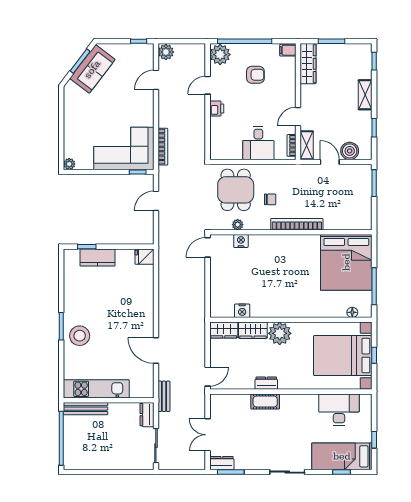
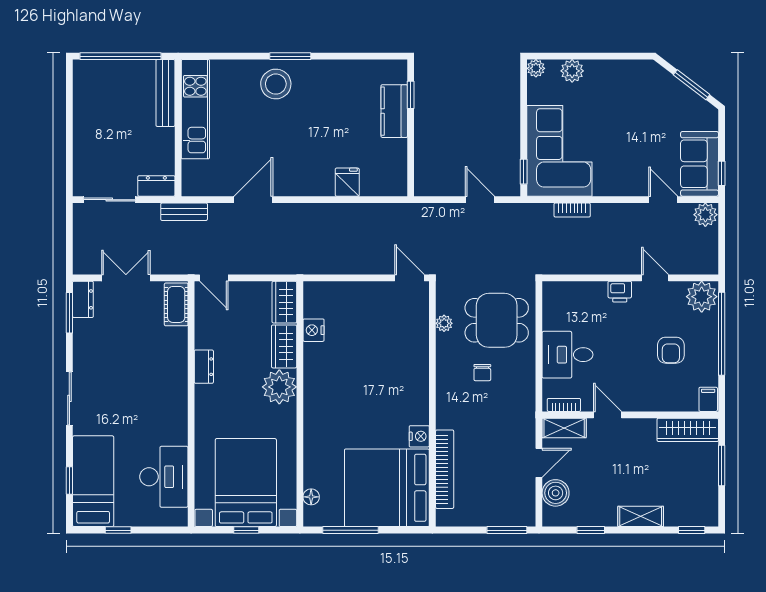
sofa: (92, 69) -> (700, 164), moved, turned 53
plant: (71, 140) -> (572, 71), added
bookcase: (163, 147) -> (572, 210), width x0.64
bookcase: (297, 224) -> (445, 469), moved
nightstand: (241, 241) -> (419, 436), moved
fridge: (144, 257) -> (347, 182), moved
cot: (265, 402) -> (176, 304), moved

